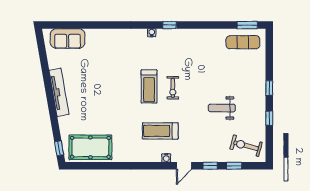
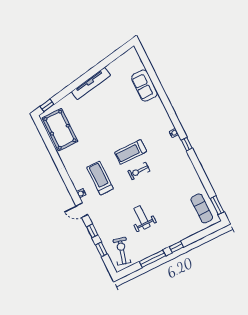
sofa: (68, 39) -> (144, 86), moved
window: (269, 118) -> (153, 259), width x2.17

